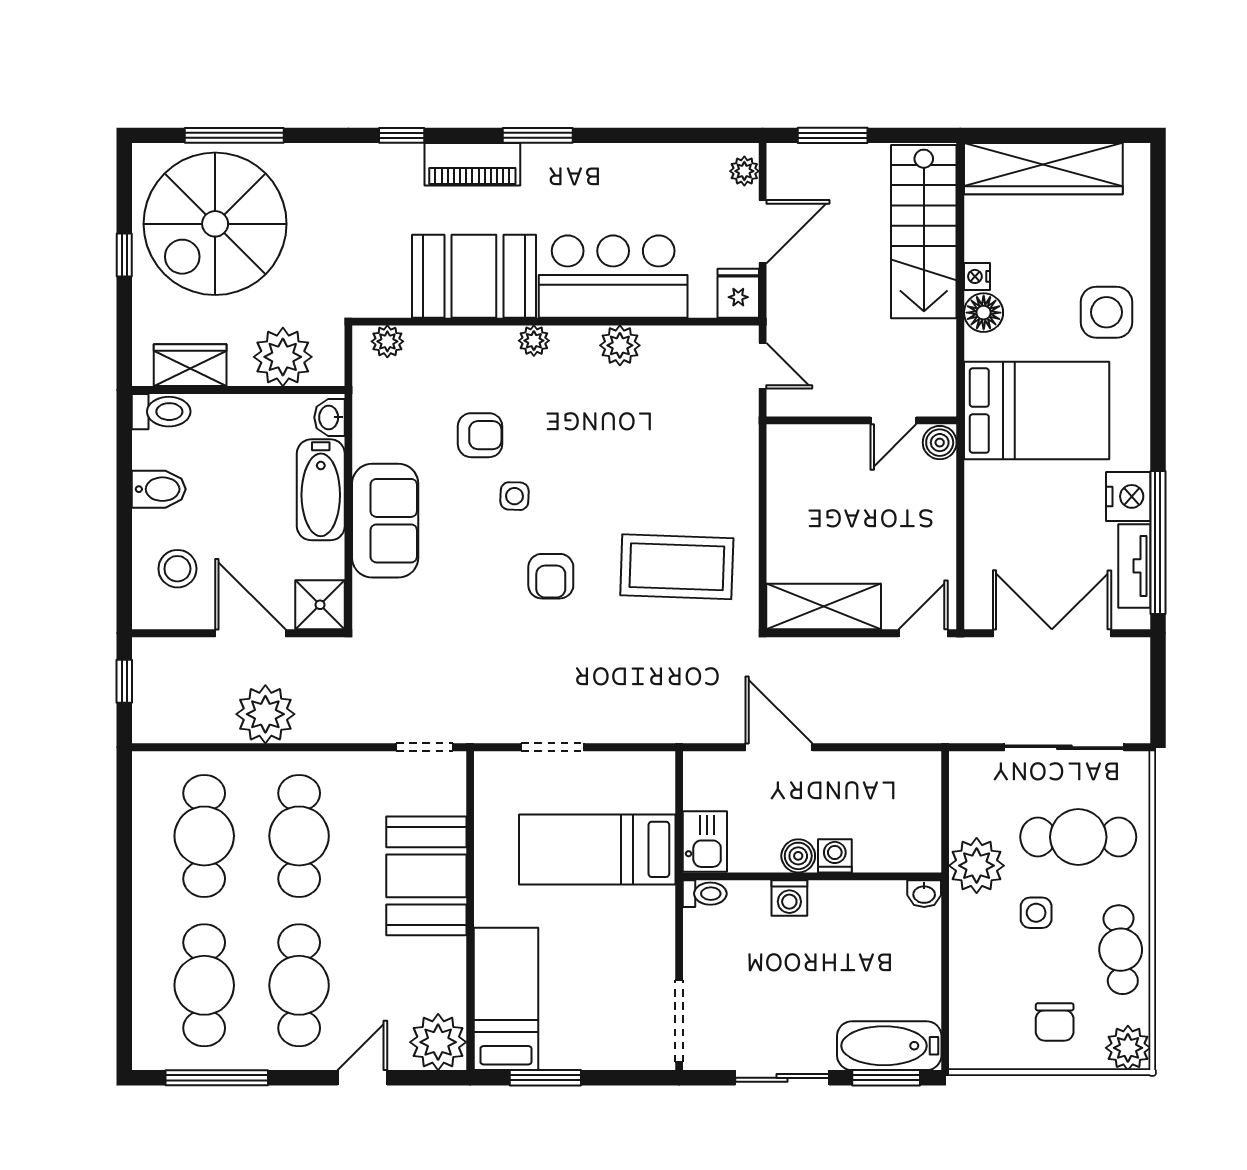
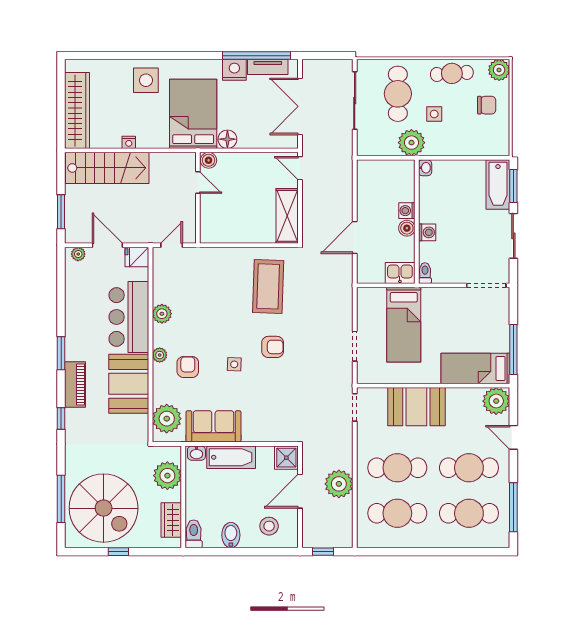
floor lamp: (984, 313) -> (227, 139), moved
plant: (387, 341) -> (167, 419), width x1.87, depth x1.87
armchair: (480, 435) -> (188, 367), moved
sofa: (385, 521) -> (213, 426), moved
window: (545, 1078) -> (513, 350), width x1.44

